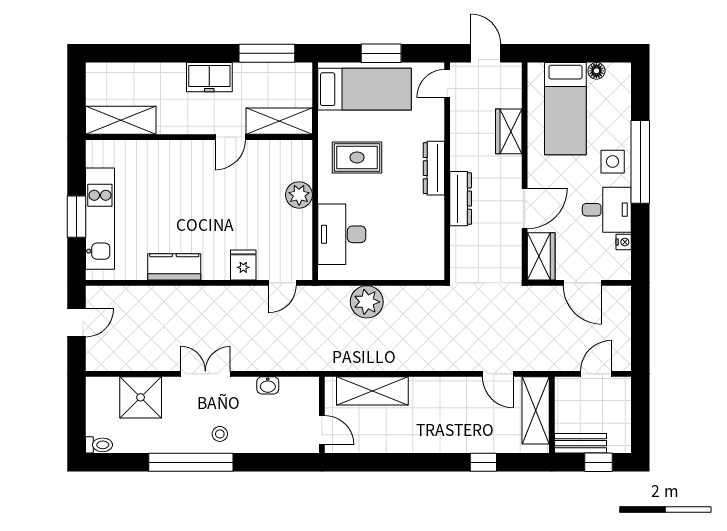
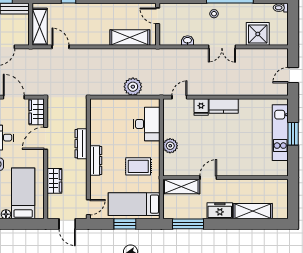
shelving: (121, 120) -> (253, 211), moved
kitchen counter: (174, 267) -> (224, 106), moved

